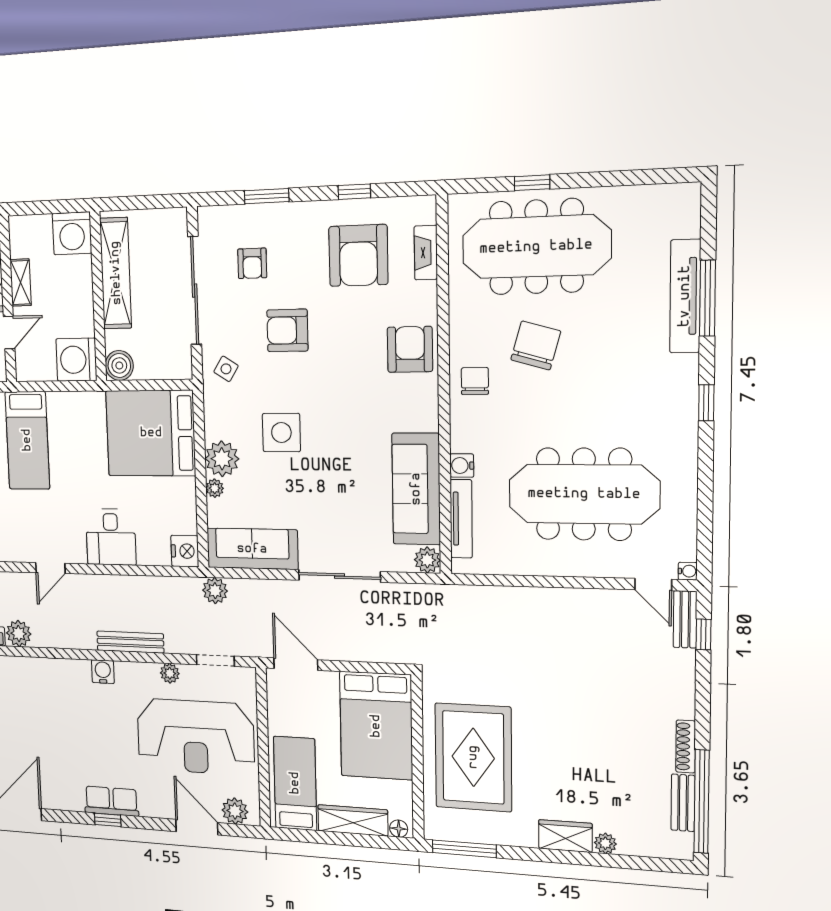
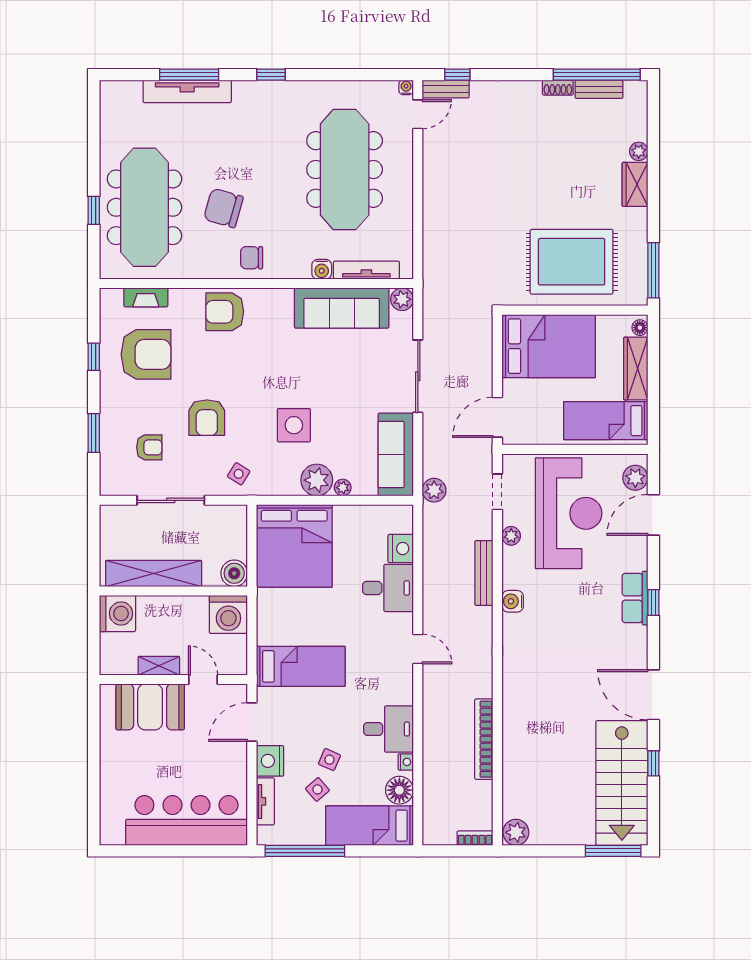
sliding door: (195, 291) -> (171, 500), width x0.73
nightstand: (185, 551) -> (401, 549), moved, turned 90
plant: (19, 634) -> (480, 685), removed
shoe rack: (686, 747) -> (558, 88), width x0.70

